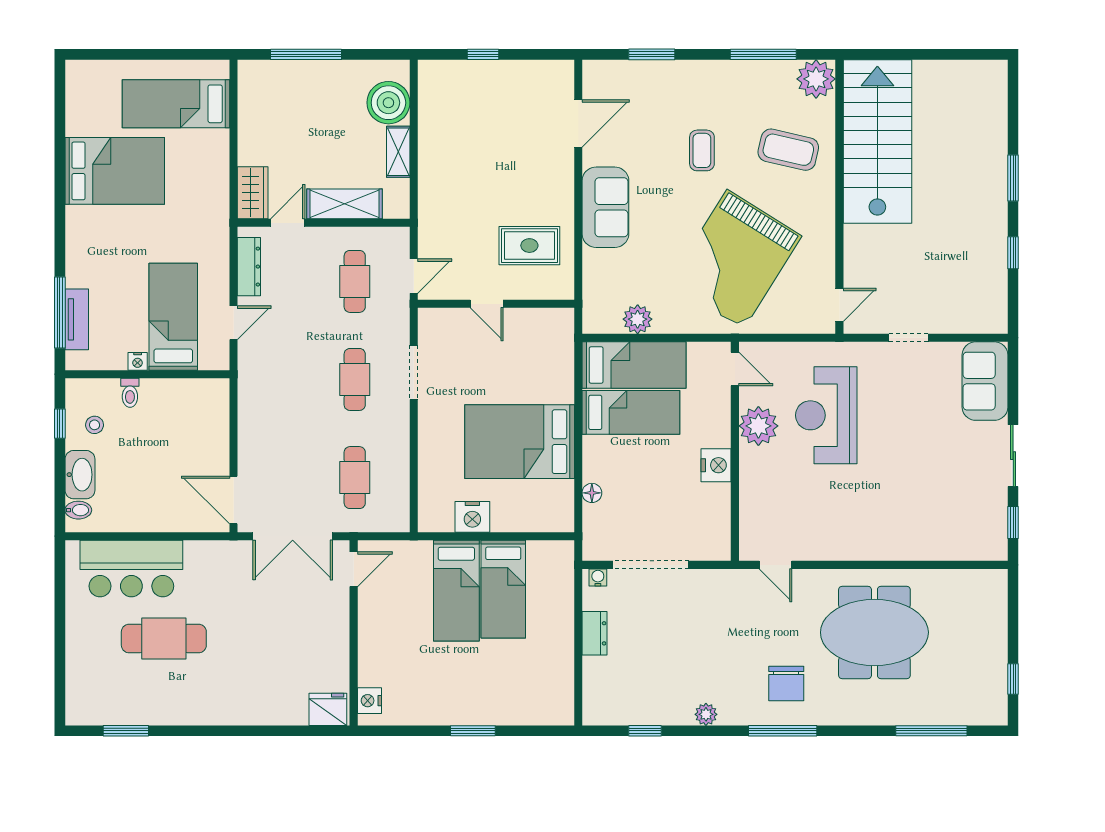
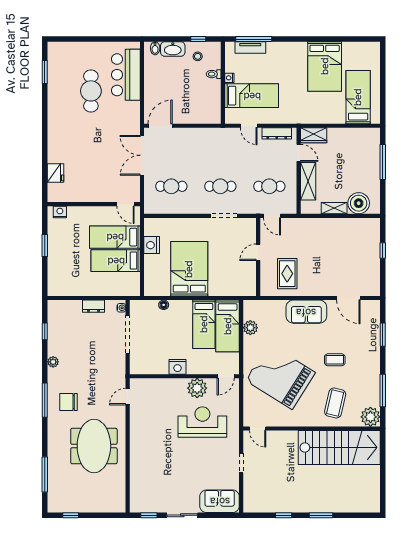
door: (354, 569) -> (125, 204), moved
wall: (354, 633) -> (94, 204), moved
nightstand: (369, 701) -> (60, 212), moved

